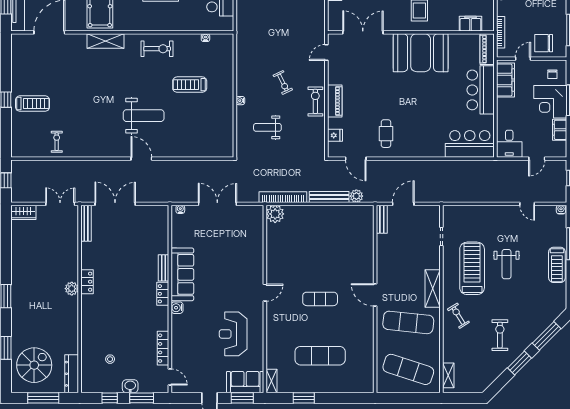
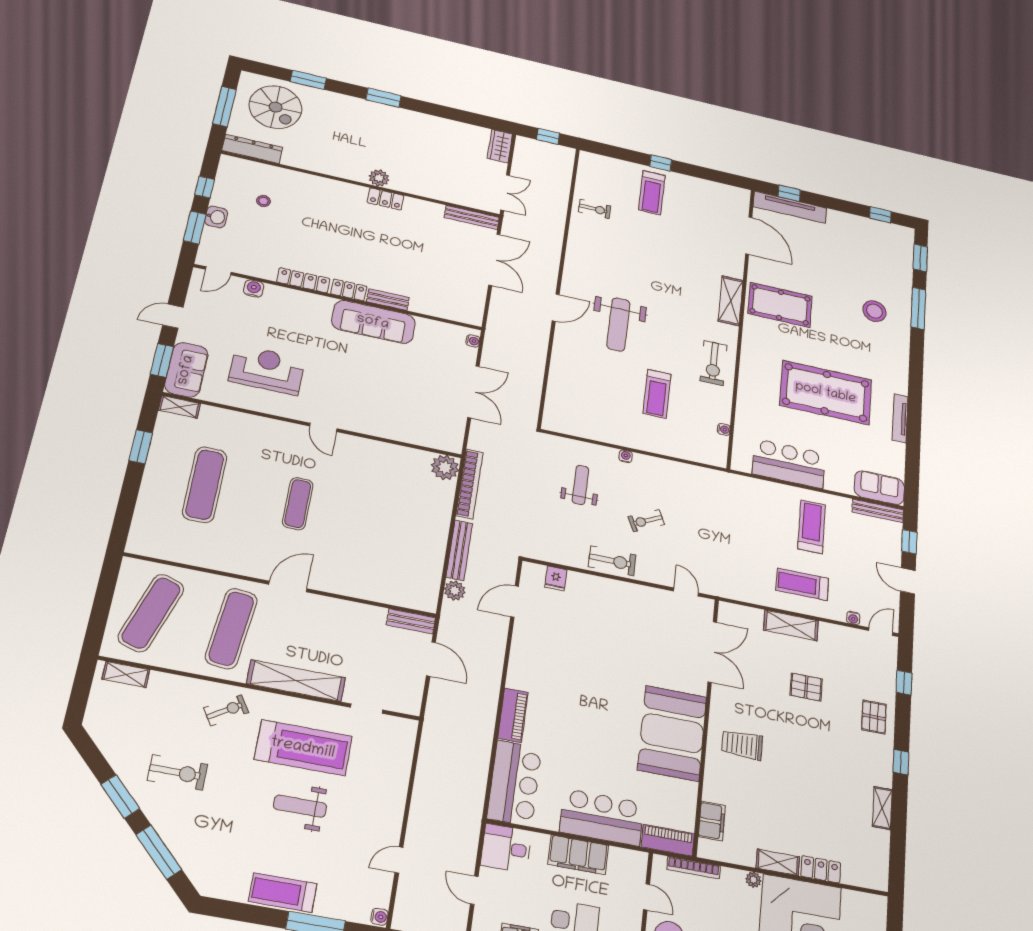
filing cabinet: (505, 80) -> (578, 855), moved
treadmill: (190, 85) -> (657, 394), turned 180
piano: (335, 101) -> (513, 715), moved, turned -90
cafe table: (386, 134) -> (549, 655), removed
shelving: (433, 289) -> (296, 681), width x1.47
water cooler: (177, 308) -> (254, 288), moved
locker: (163, 348) -> (303, 280), moved

